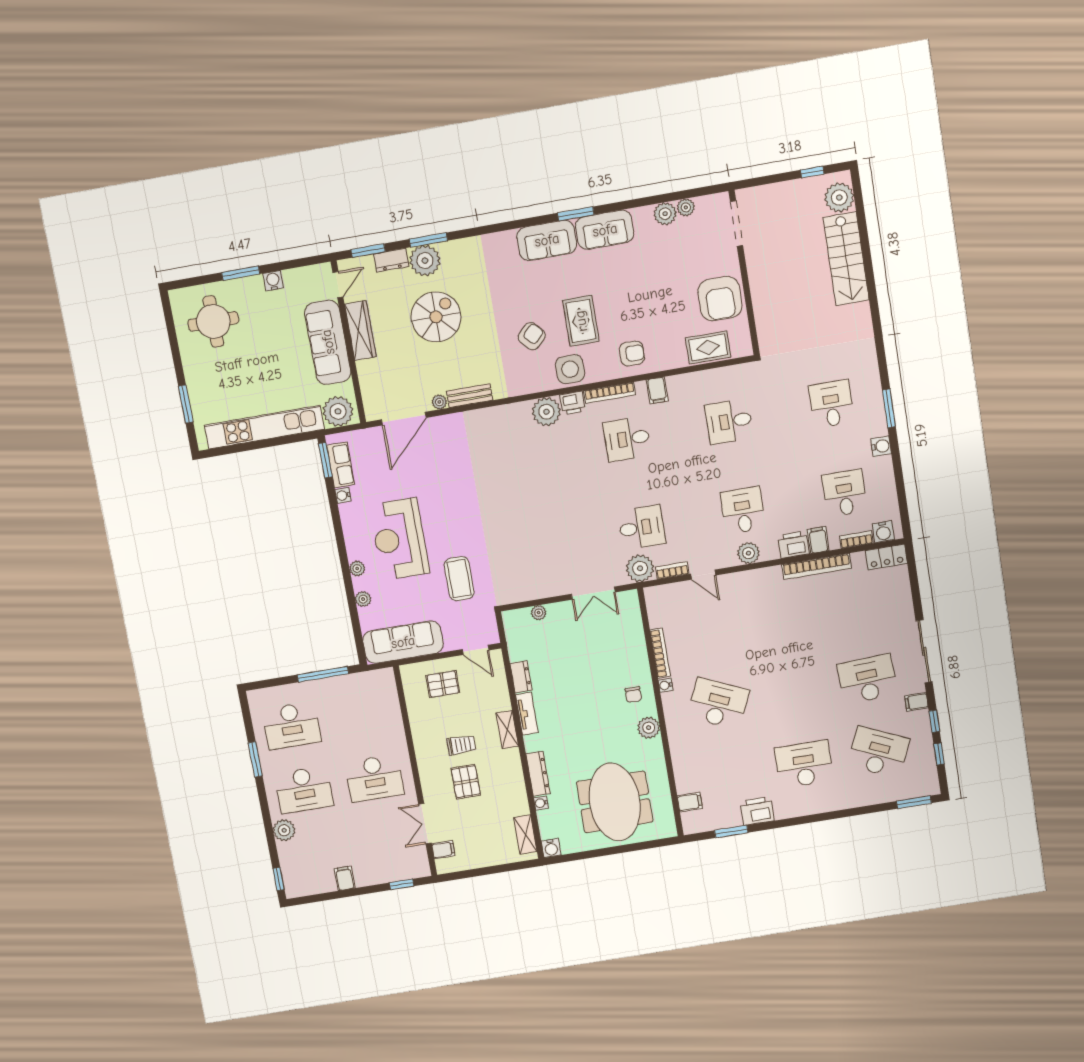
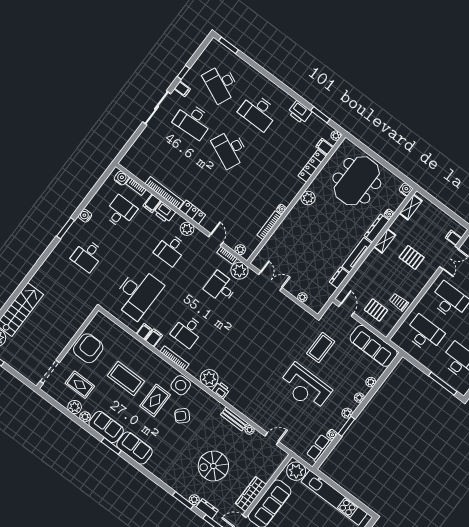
plant: (686, 207) -> (85, 417), moved
plant: (425, 261) -> (194, 500), width x0.53, depth x0.53
coffee table: (641, 310) -> (126, 378), added
rug: (708, 347) -> (80, 385), moved
armchair: (632, 353) -> (148, 364), removed
filing cabinet: (676, 386) -> (144, 332), added
printer: (573, 403) -> (221, 390), moved
door: (404, 419) -> (272, 439), width x0.53
desk: (729, 421) -> (137, 293), width x1.87, depth x1.30
desk: (627, 439) -> (187, 331), turned 90
window: (325, 460) -> (346, 426), moved
desk: (845, 493) -> (121, 212), turned 180
plant: (352, 537) -> (347, 413), added
reception desk: (399, 539) -> (305, 387), moved, turned 90
locker: (886, 557) -> (192, 212), moved
plant: (664, 592) -> (240, 250), added
window: (323, 674) -> (443, 384), moved
chair: (633, 695) -> (299, 219), removed
desk: (718, 704) -> (230, 149), moved
desk: (362, 714) -> (424, 334), added
tv unit: (527, 714) -> (357, 255), width x1.41
shelving: (507, 730) -> (385, 241), moved
trolley: (461, 745) -> (399, 302), moved
window: (939, 754) -> (196, 56), removed
locker: (681, 767) -> (312, 166), added
pallet: (466, 782) -> (412, 257), turned 90
plant: (690, 827) -> (336, 136), added

